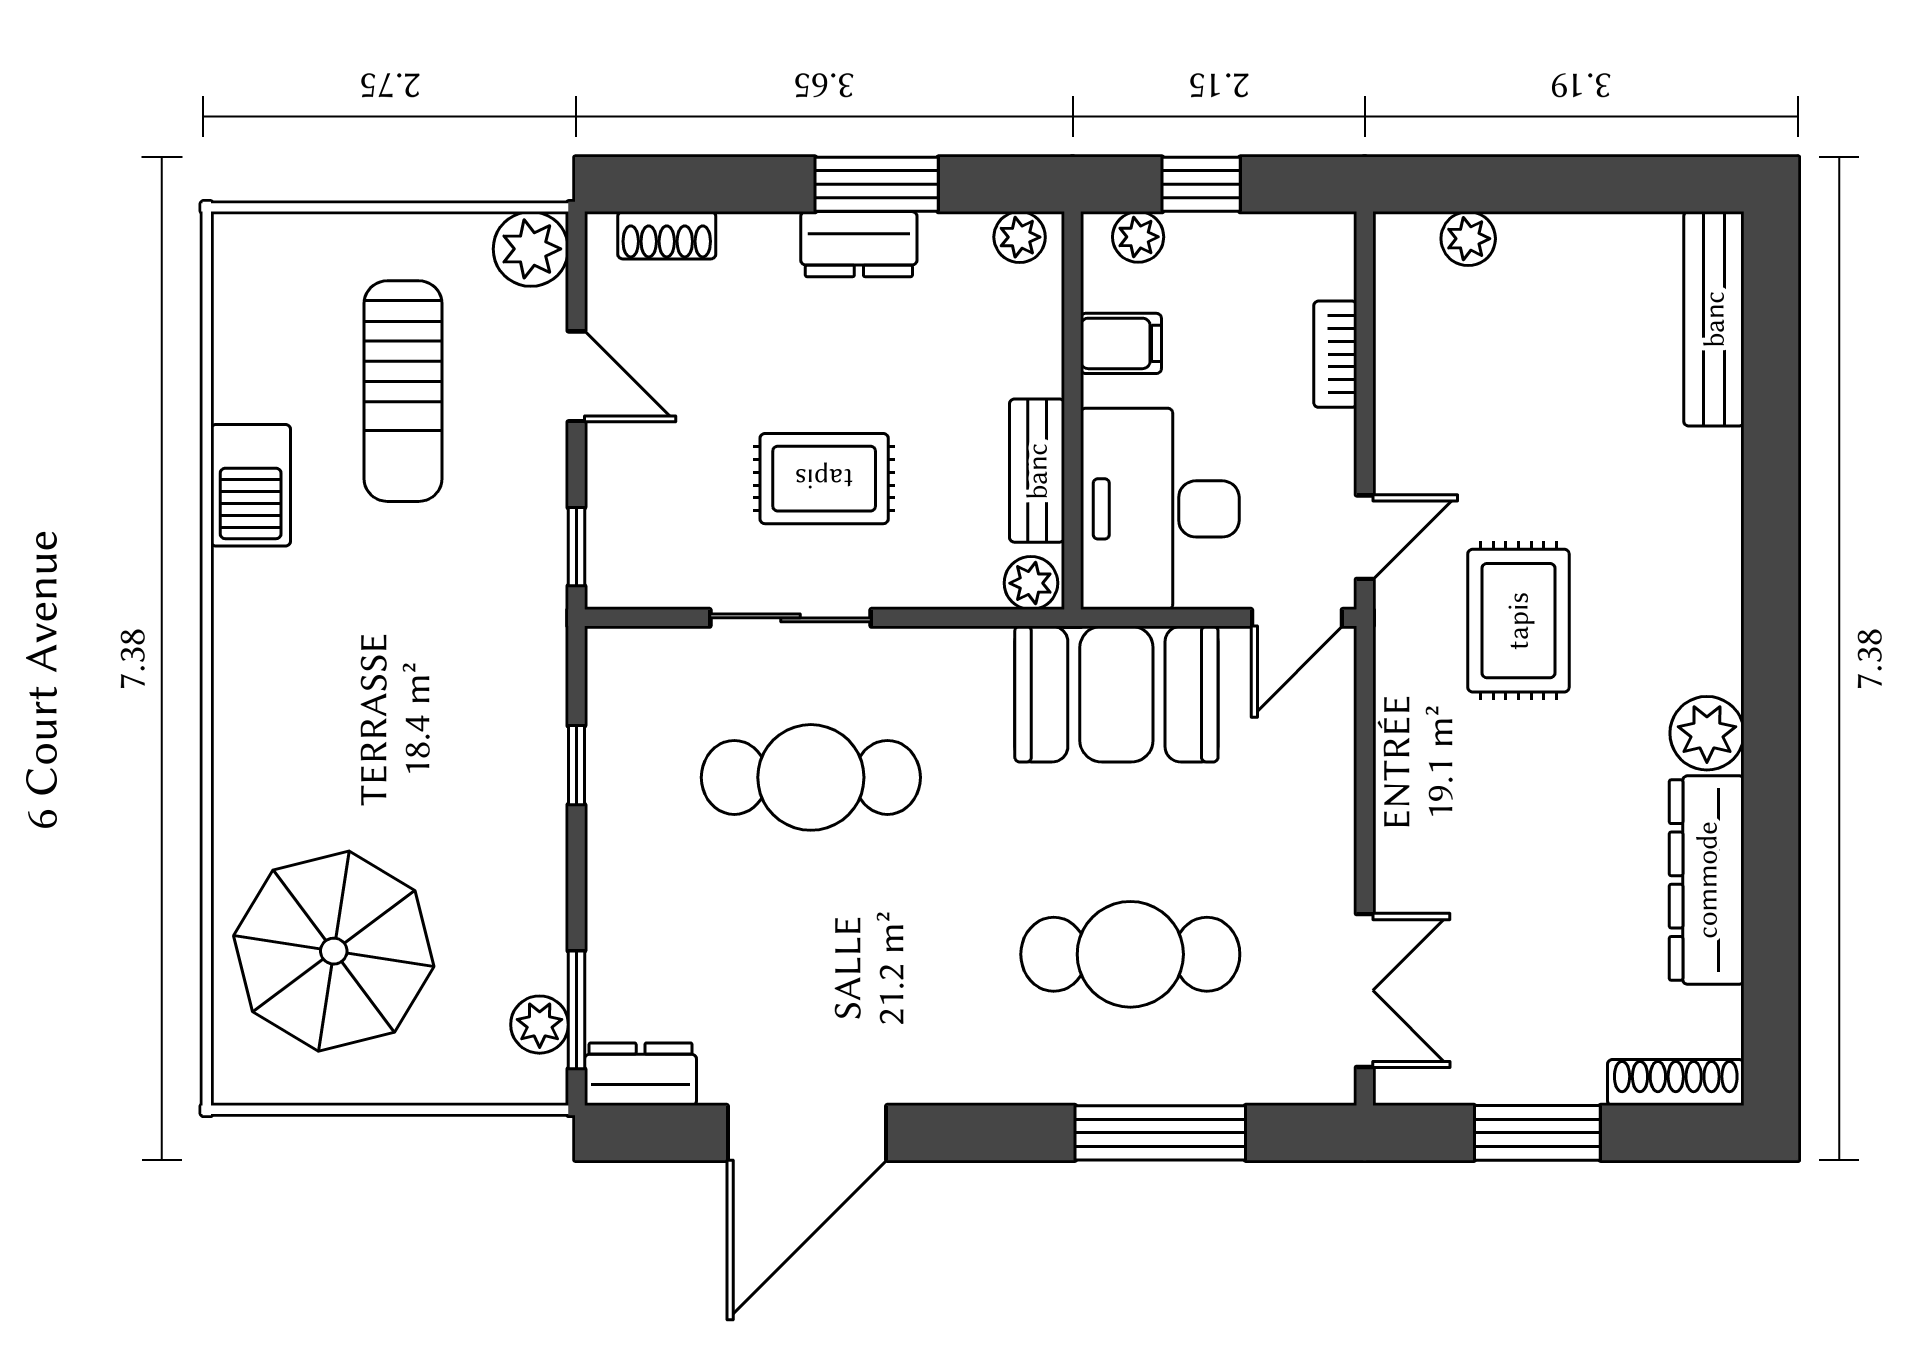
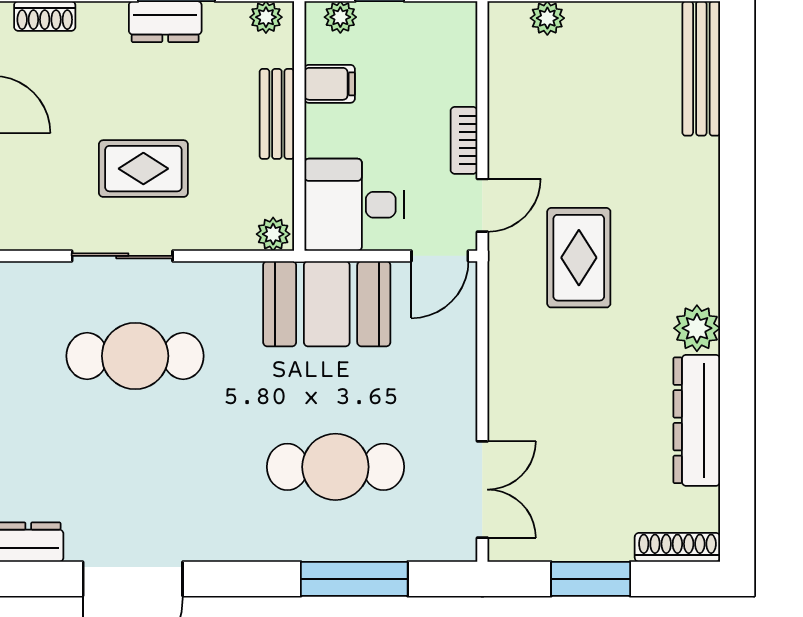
bookcase: (1335, 354) -> (464, 140), moved
bench: (1037, 471) -> (277, 114), moved
desk: (1160, 509) -> (354, 205), width x0.73

